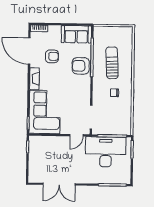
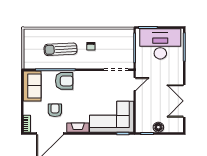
armchair: (81, 66) -> (64, 81), turned -90
door: (76, 135) -> (135, 84), hinge flipped
desk: (106, 152) -> (160, 44), moved, turned 90
floor lamp: (34, 158) -> (158, 127), added
double door: (59, 184) -> (184, 101), swing flipped

